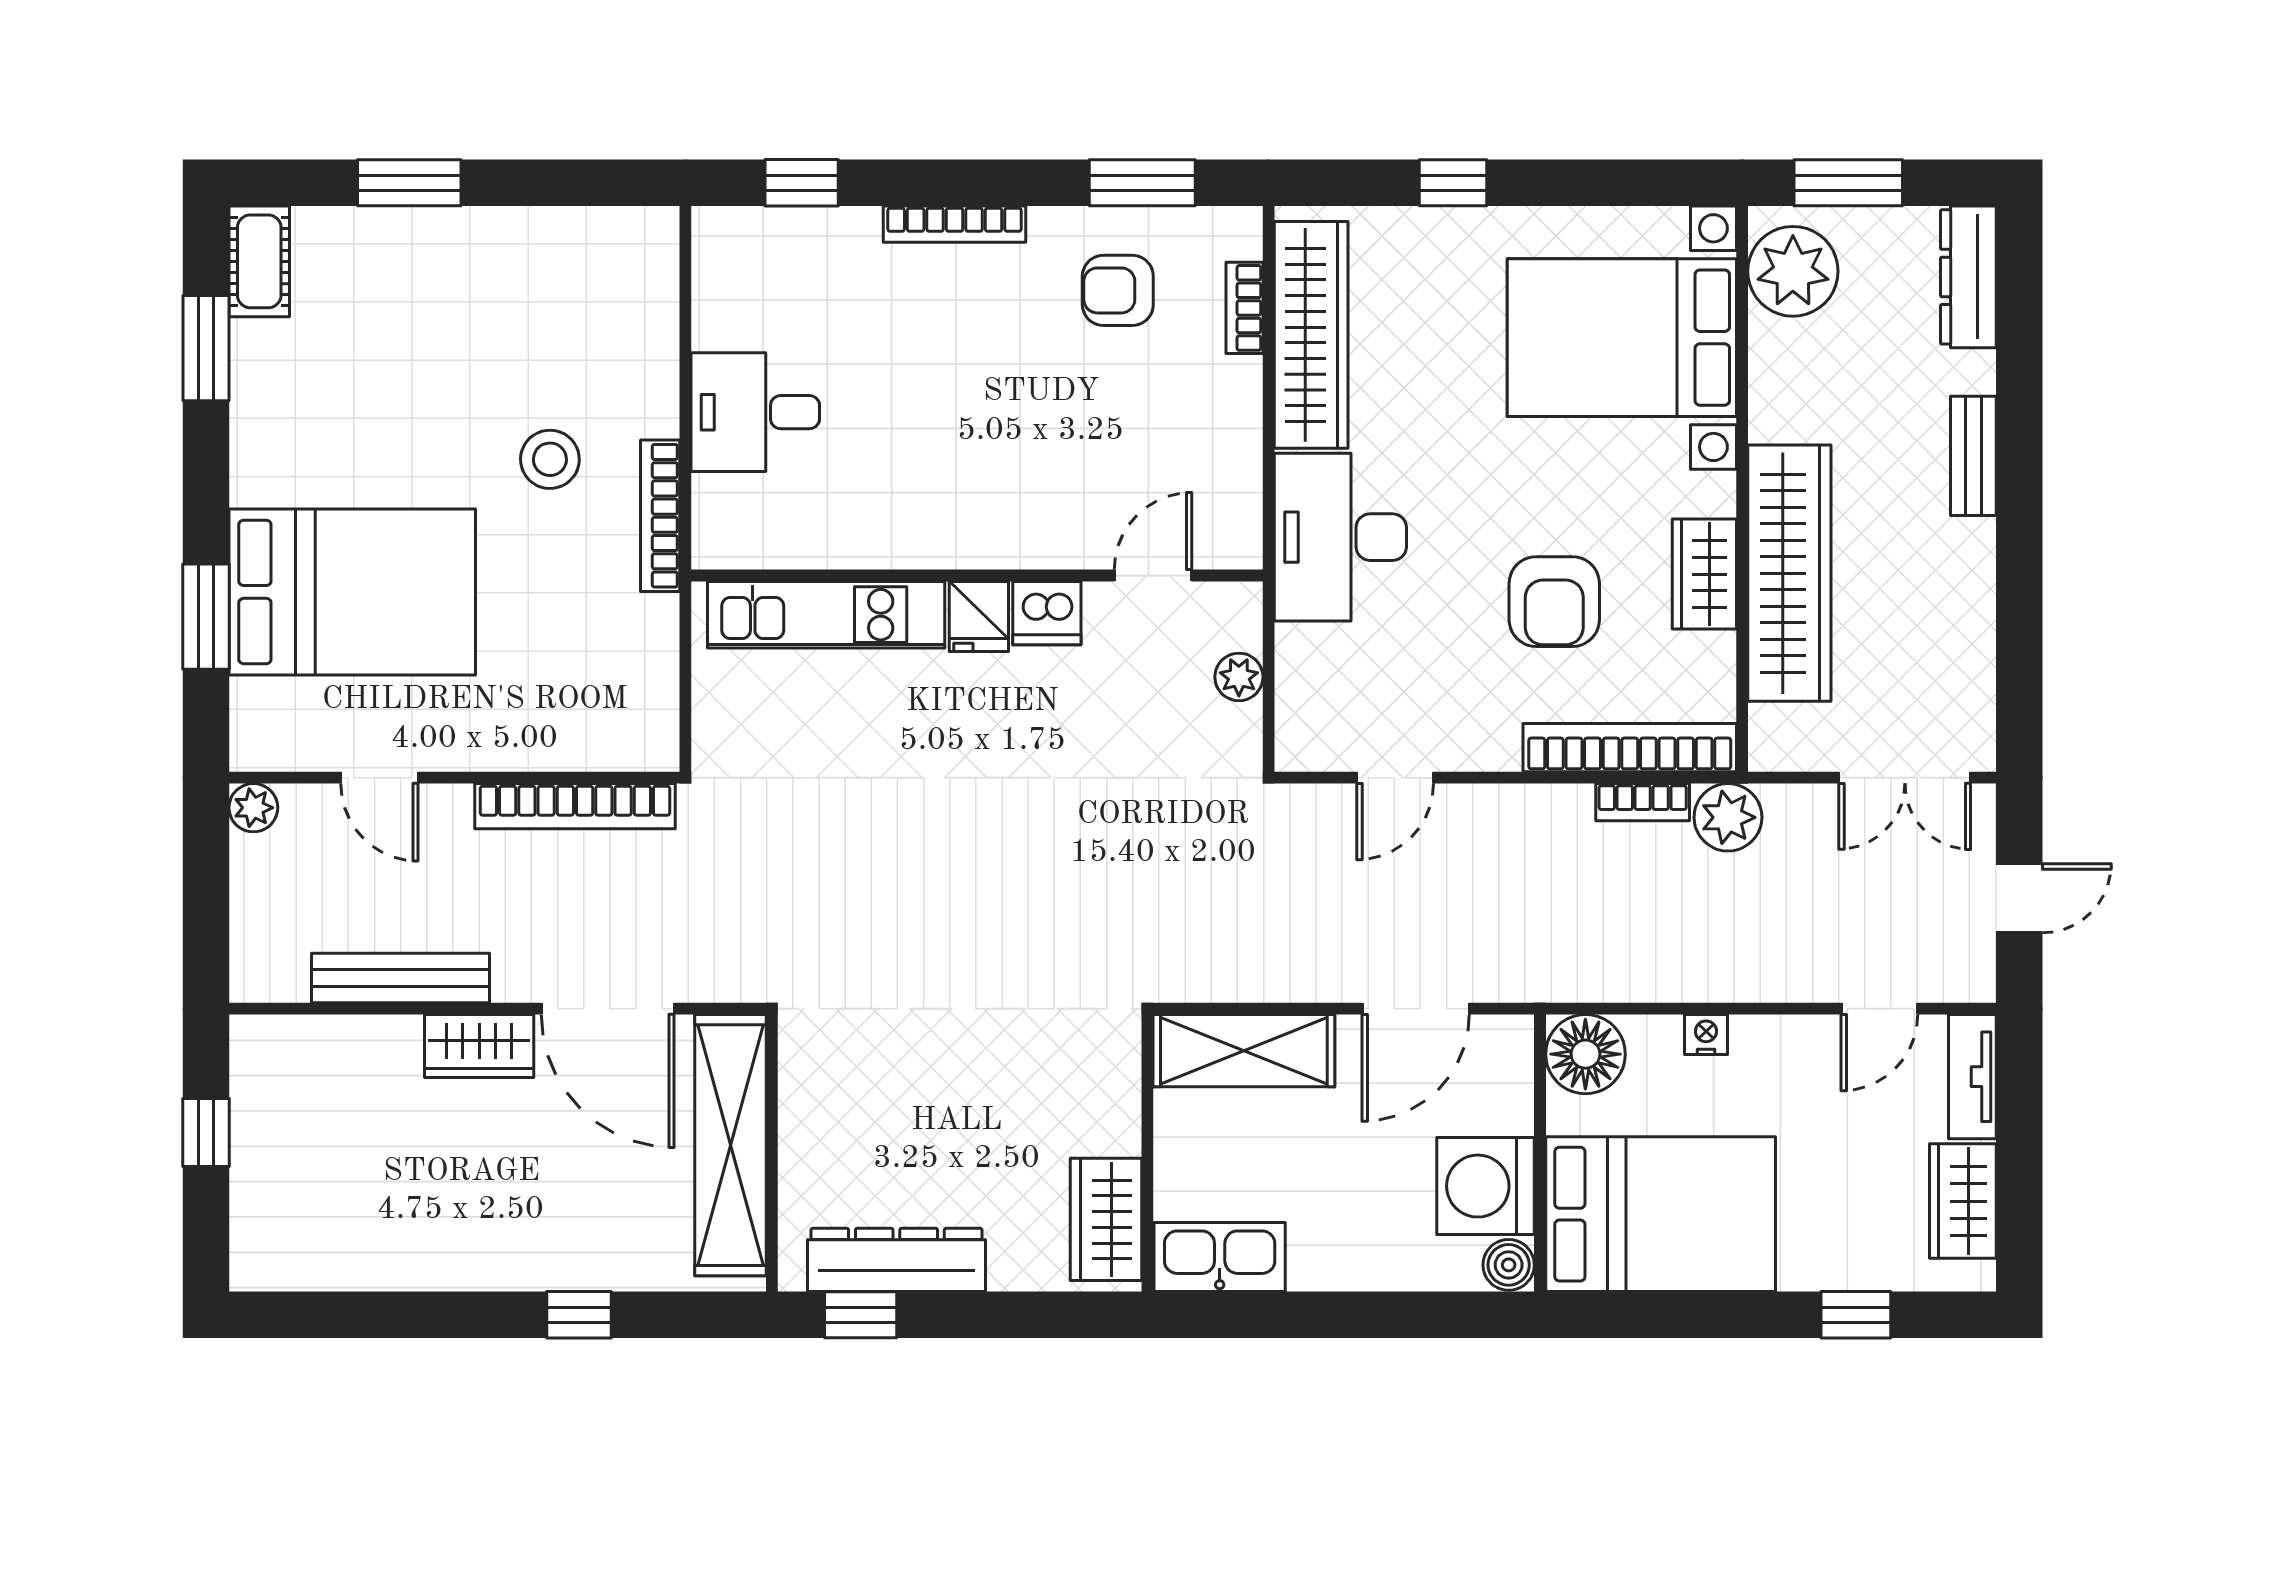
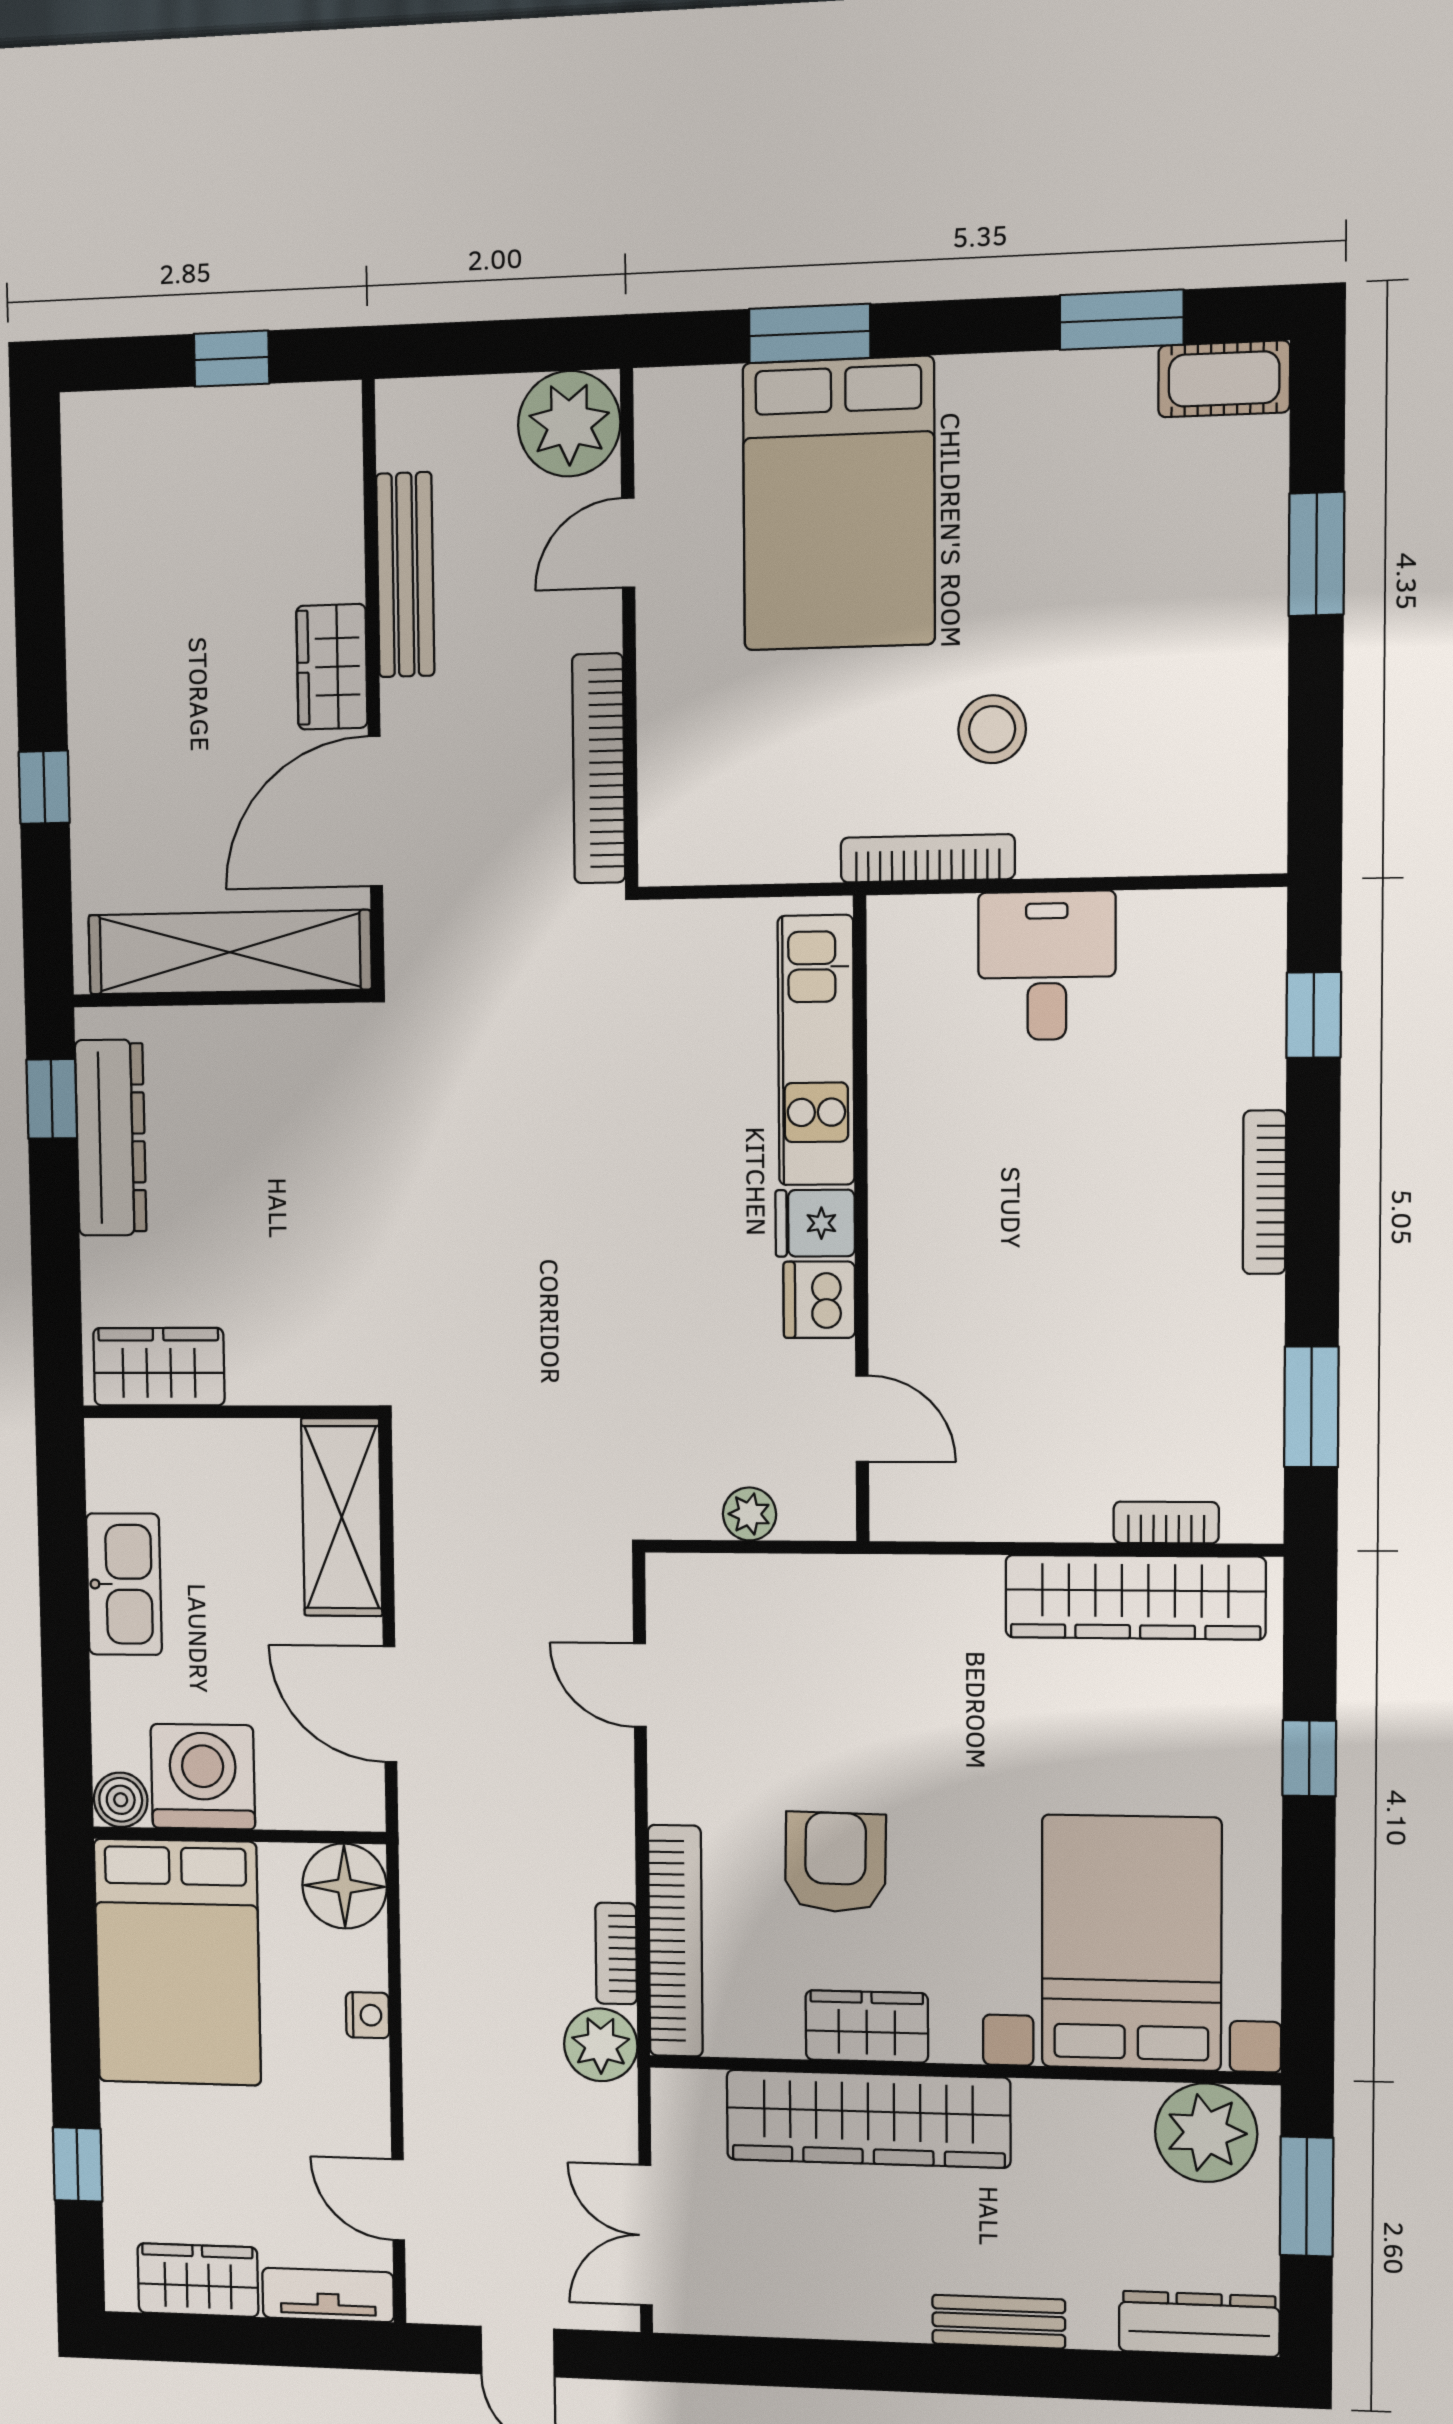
armchair: (1118, 290) -> (1187, 1379), removed
desk: (1340, 537) -> (906, 1628), removed
armchair: (1554, 602) -> (835, 1862), turned 91
plant: (253, 808) -> (569, 424), width x1.87, depth x1.87
kitchen sink: (1220, 1257) -> (124, 1584), moved

